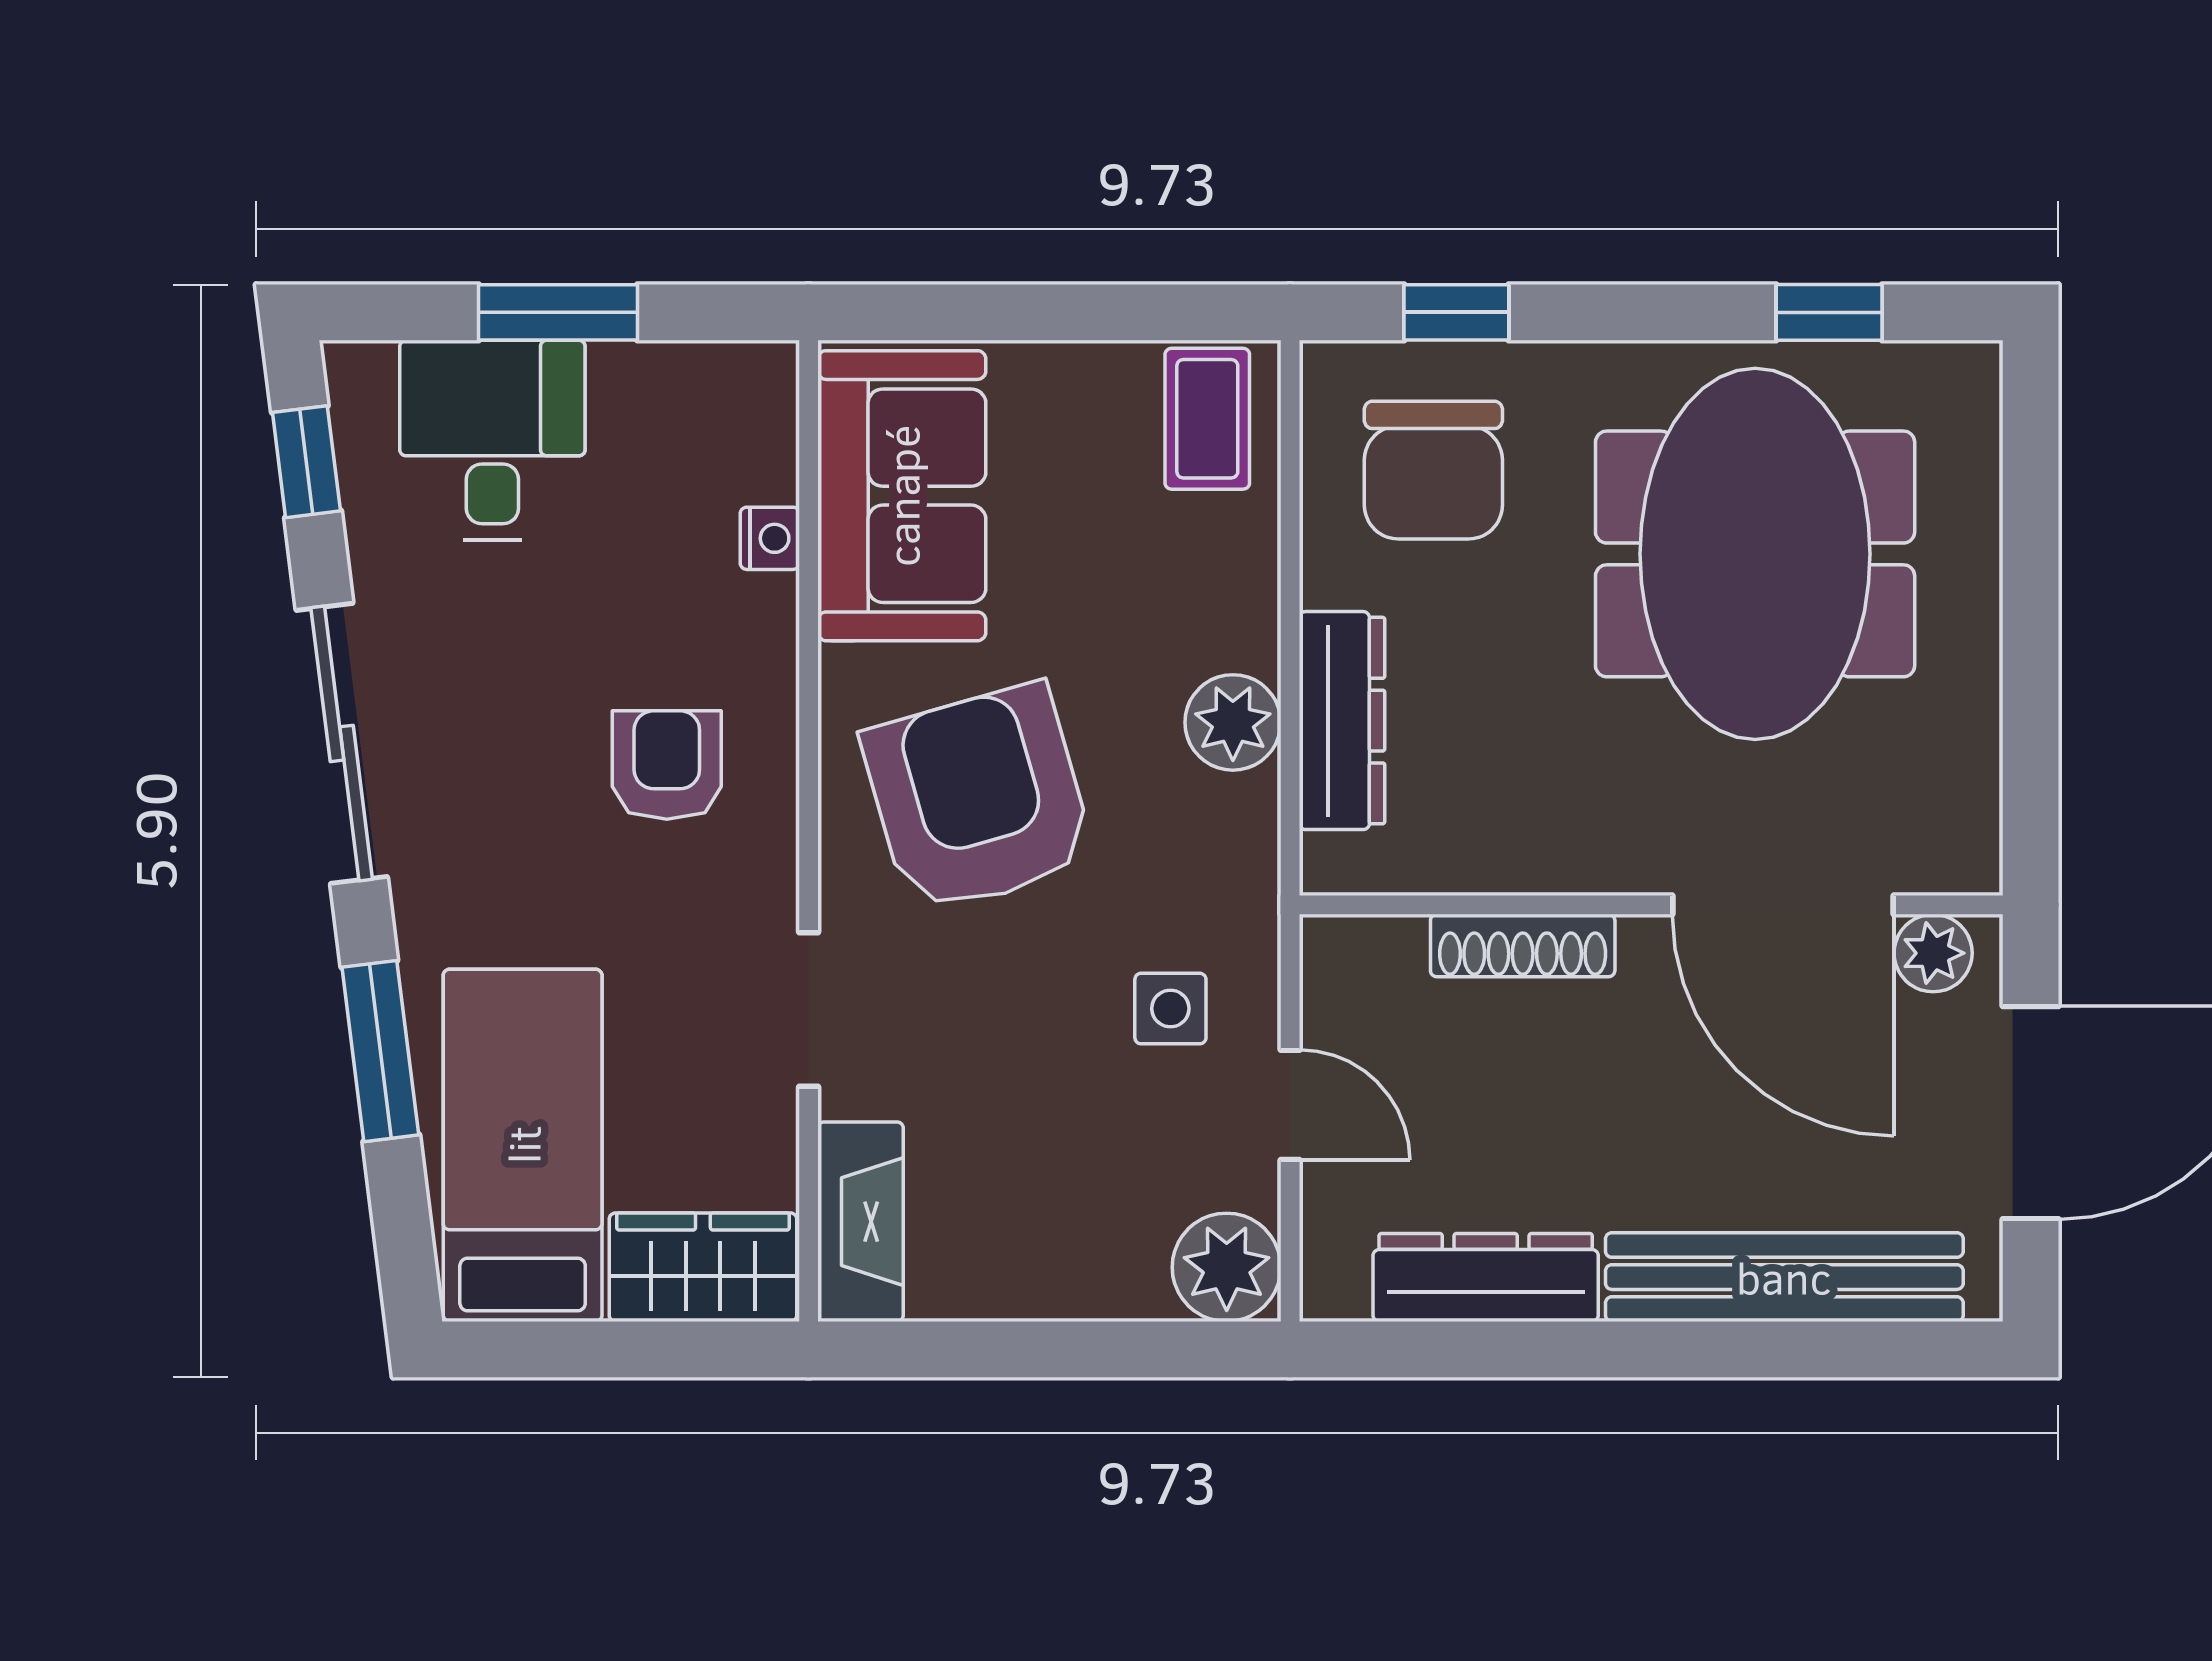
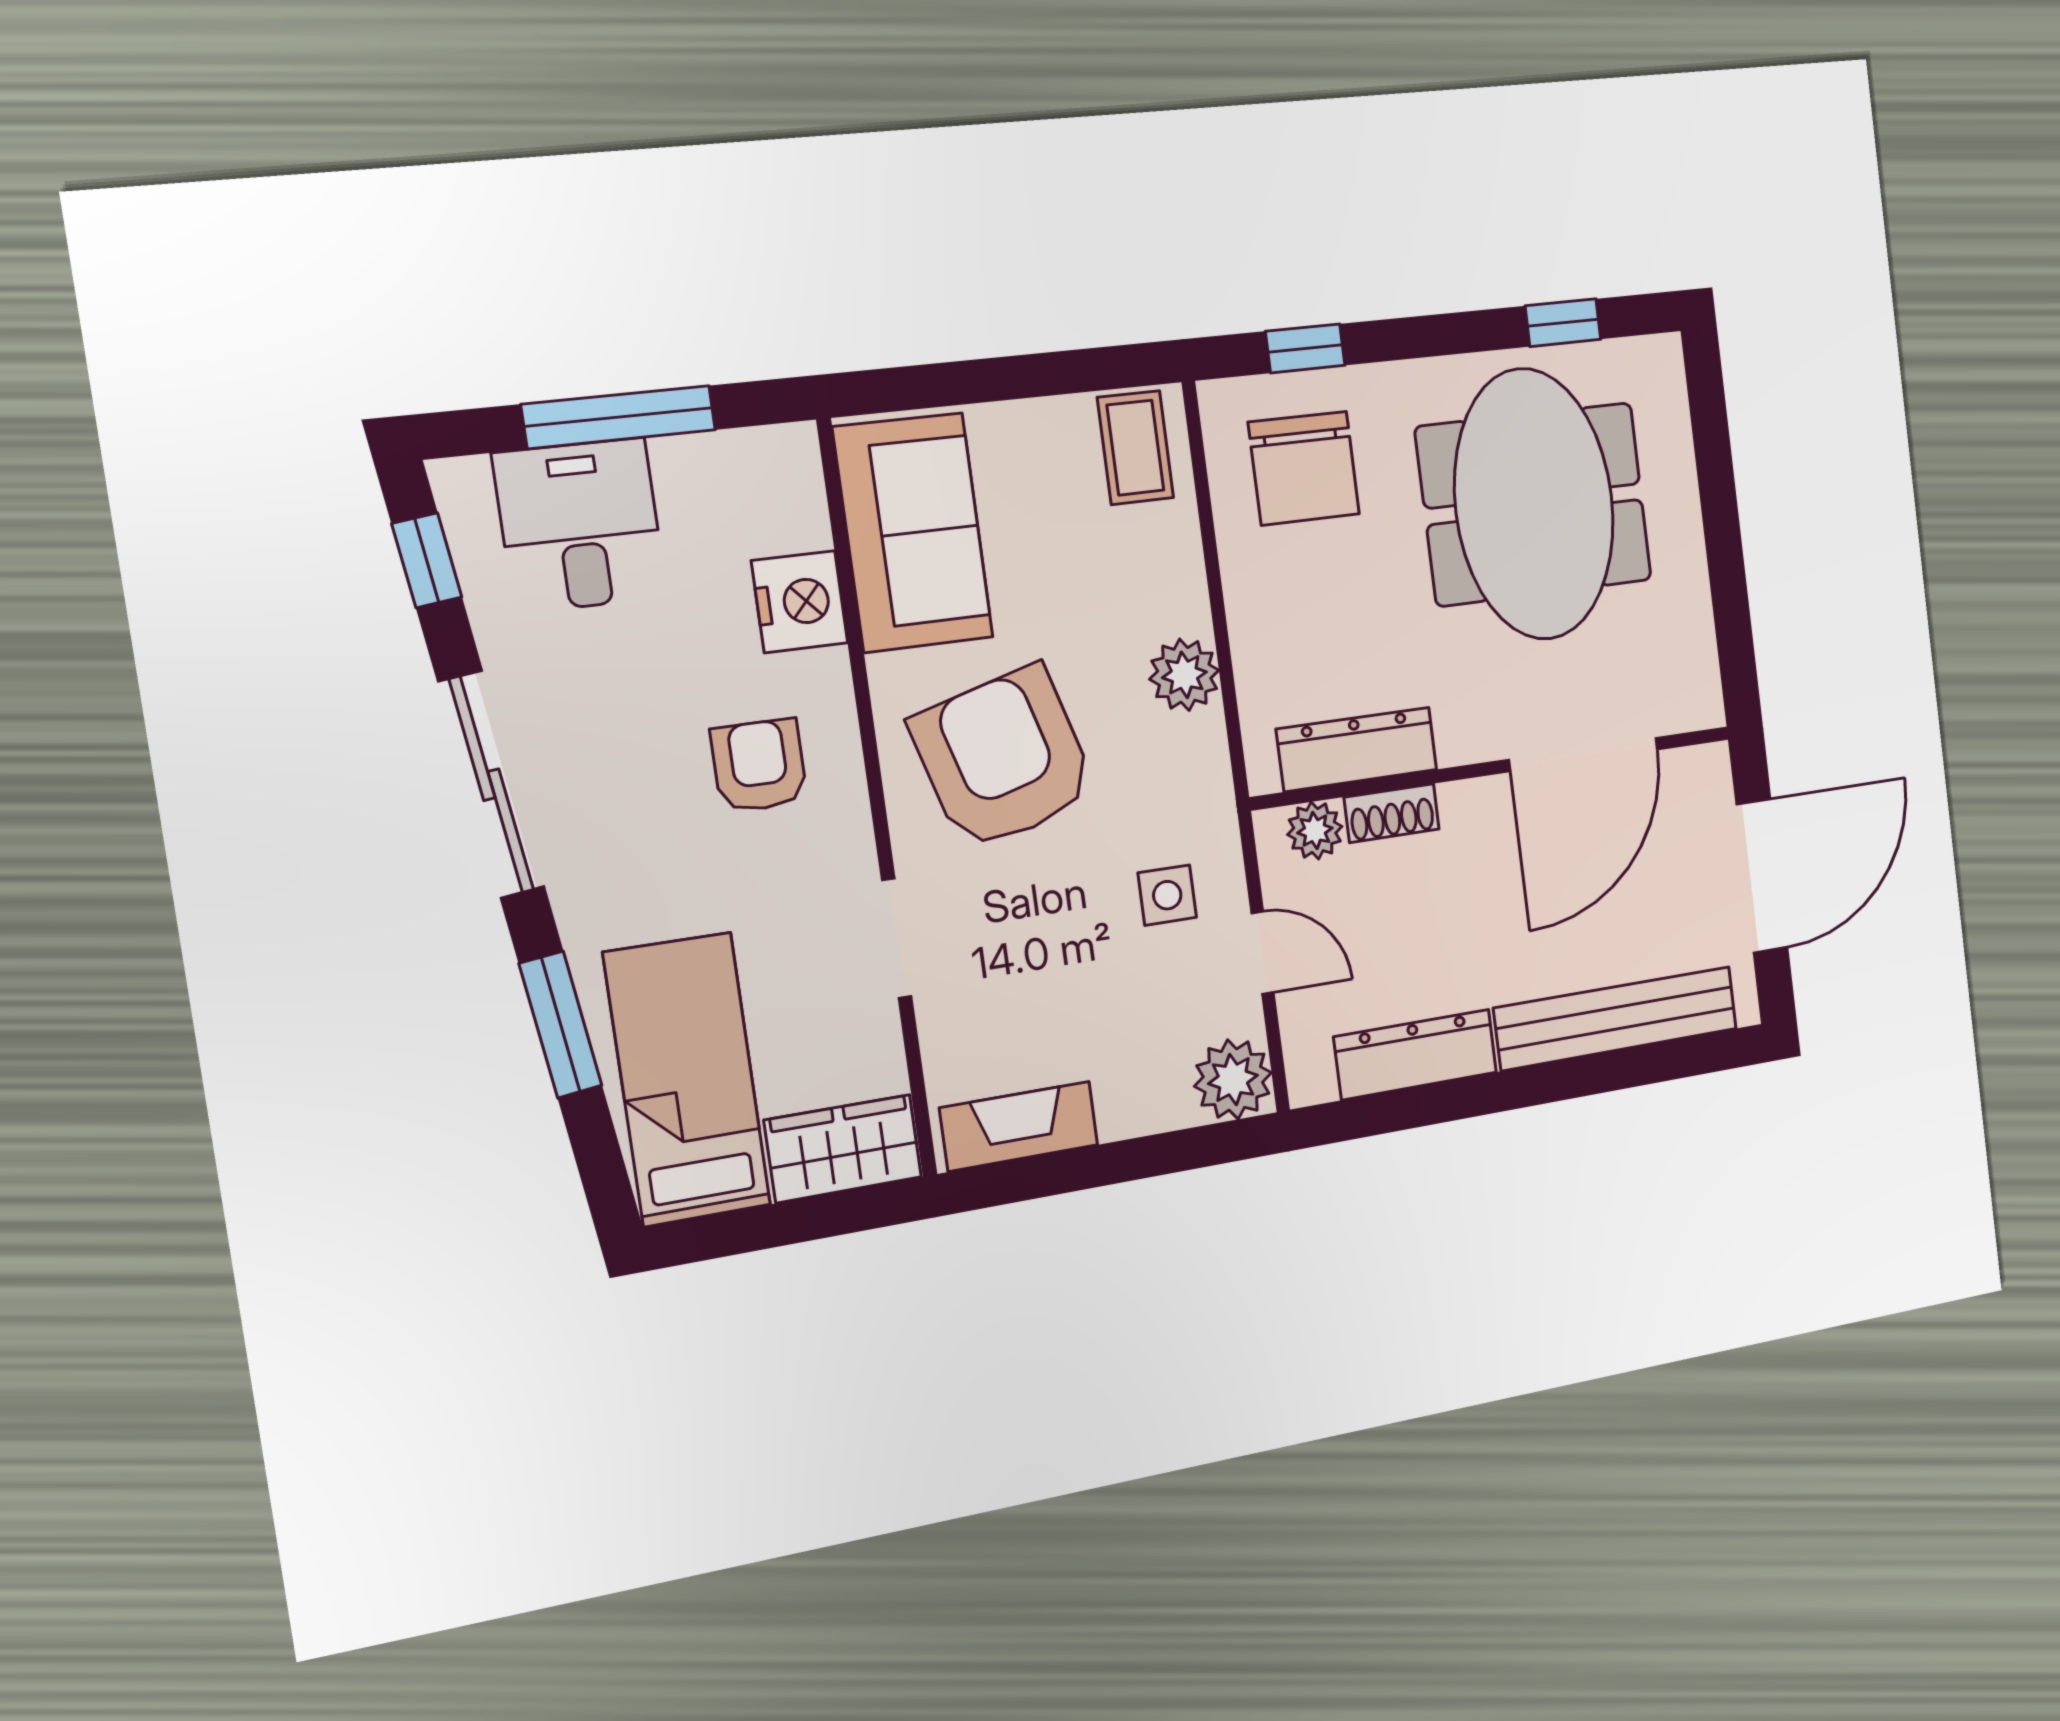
window: (558, 312) -> (619, 417), width x1.44
nightstand: (770, 538) -> (800, 602), width x1.89, depth x1.79
dresser: (1342, 721) -> (1357, 749), moved, turned -90
door: (1783, 905) -> (1584, 755), hinge flipped
shoe rack: (1523, 945) -> (1392, 813), width x0.70
plant: (1933, 953) -> (1315, 831), moved
fireplace: (861, 1222) -> (1019, 1126), moved, turned -90

